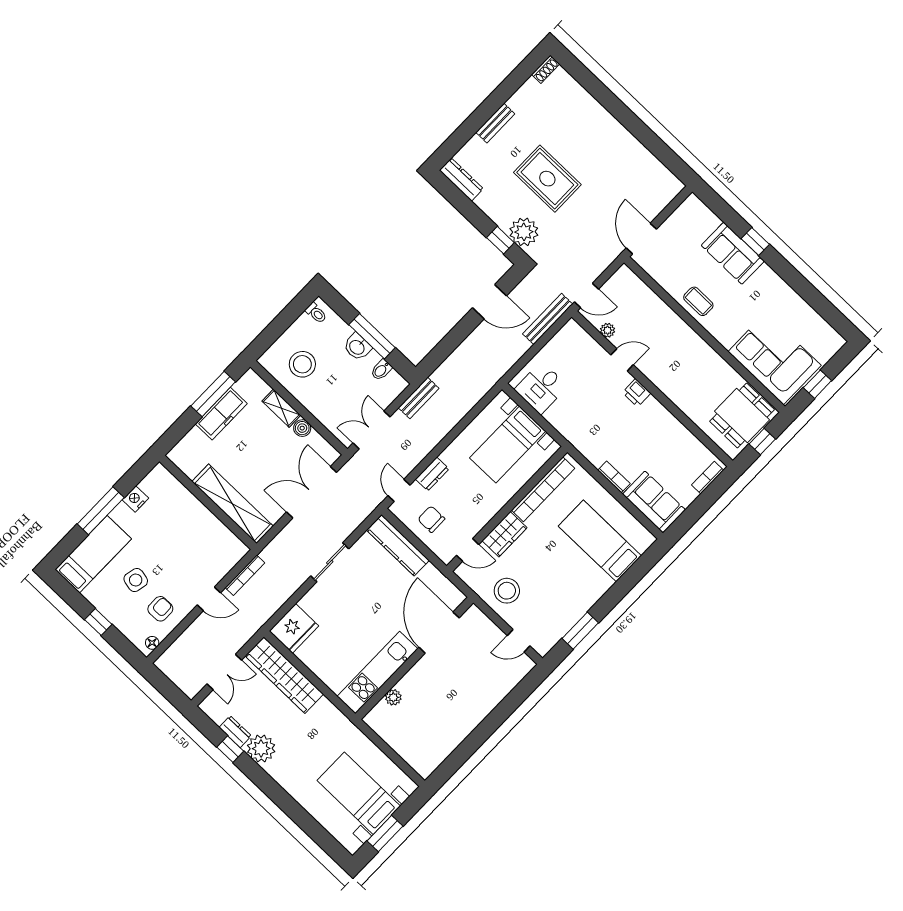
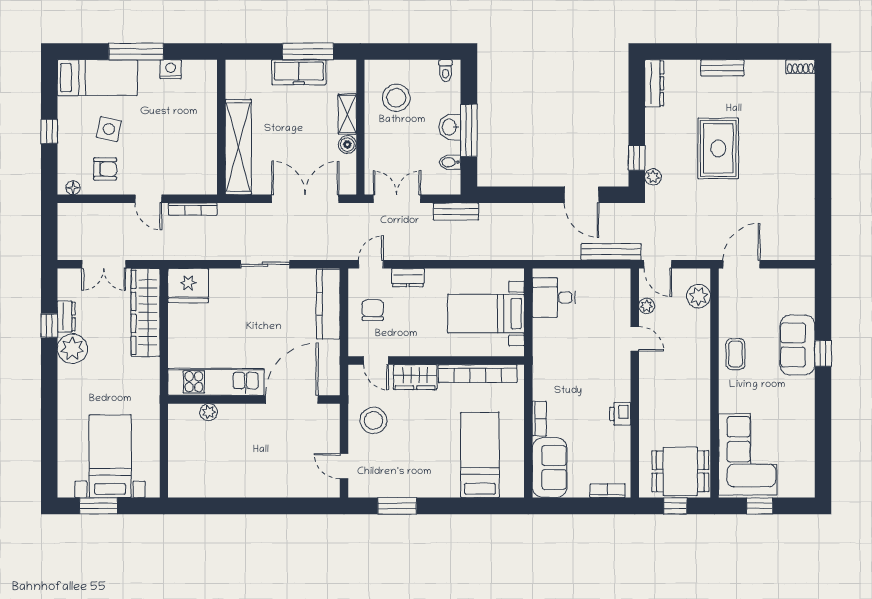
plant: (524, 232) -> (653, 177), width x0.53, depth x0.53
plant: (635, 289) -> (699, 296), added
printer: (637, 393) -> (620, 414), moved

